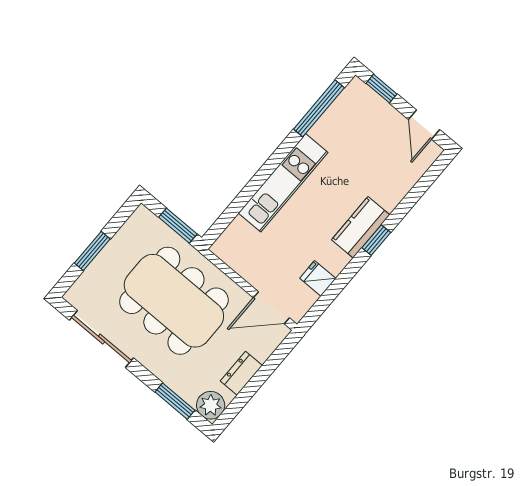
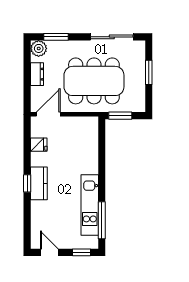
kitchen unit: (283, 183) -> (90, 205), moved

